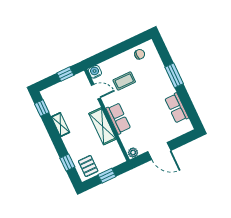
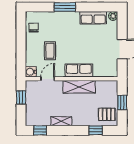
plant: (133, 153) -> (113, 16), moved

